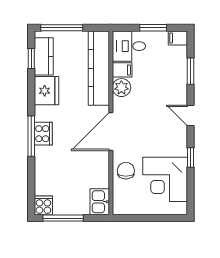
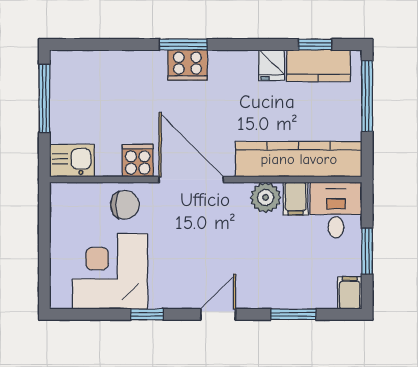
fridge: (46, 91) -> (272, 65), width x0.53, depth x0.75
window: (31, 136) -> (183, 44), width x0.69
cooker: (43, 205) -> (138, 161), moved, turned -90

